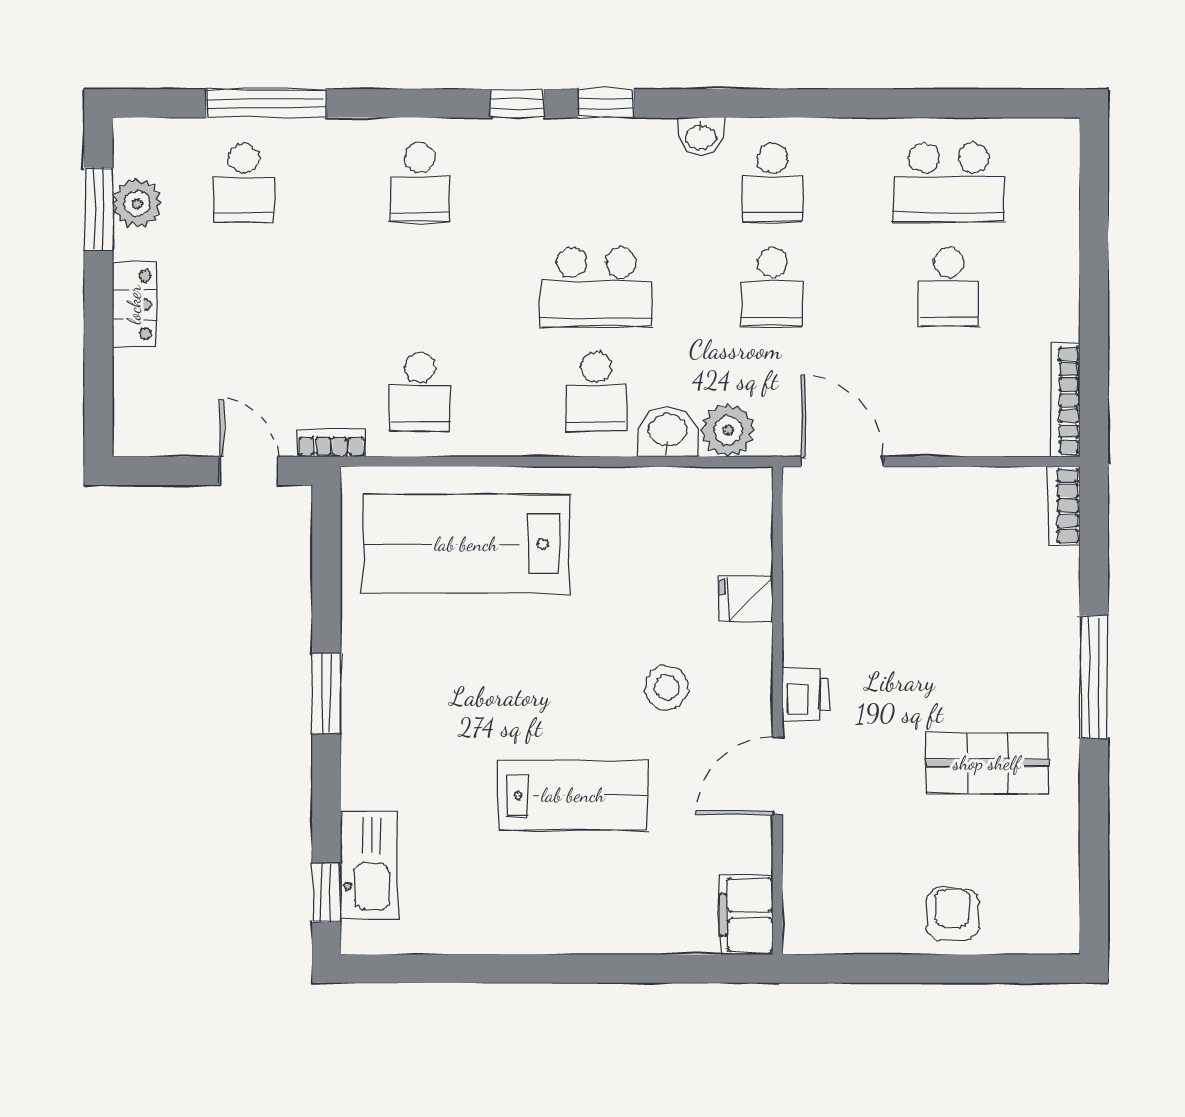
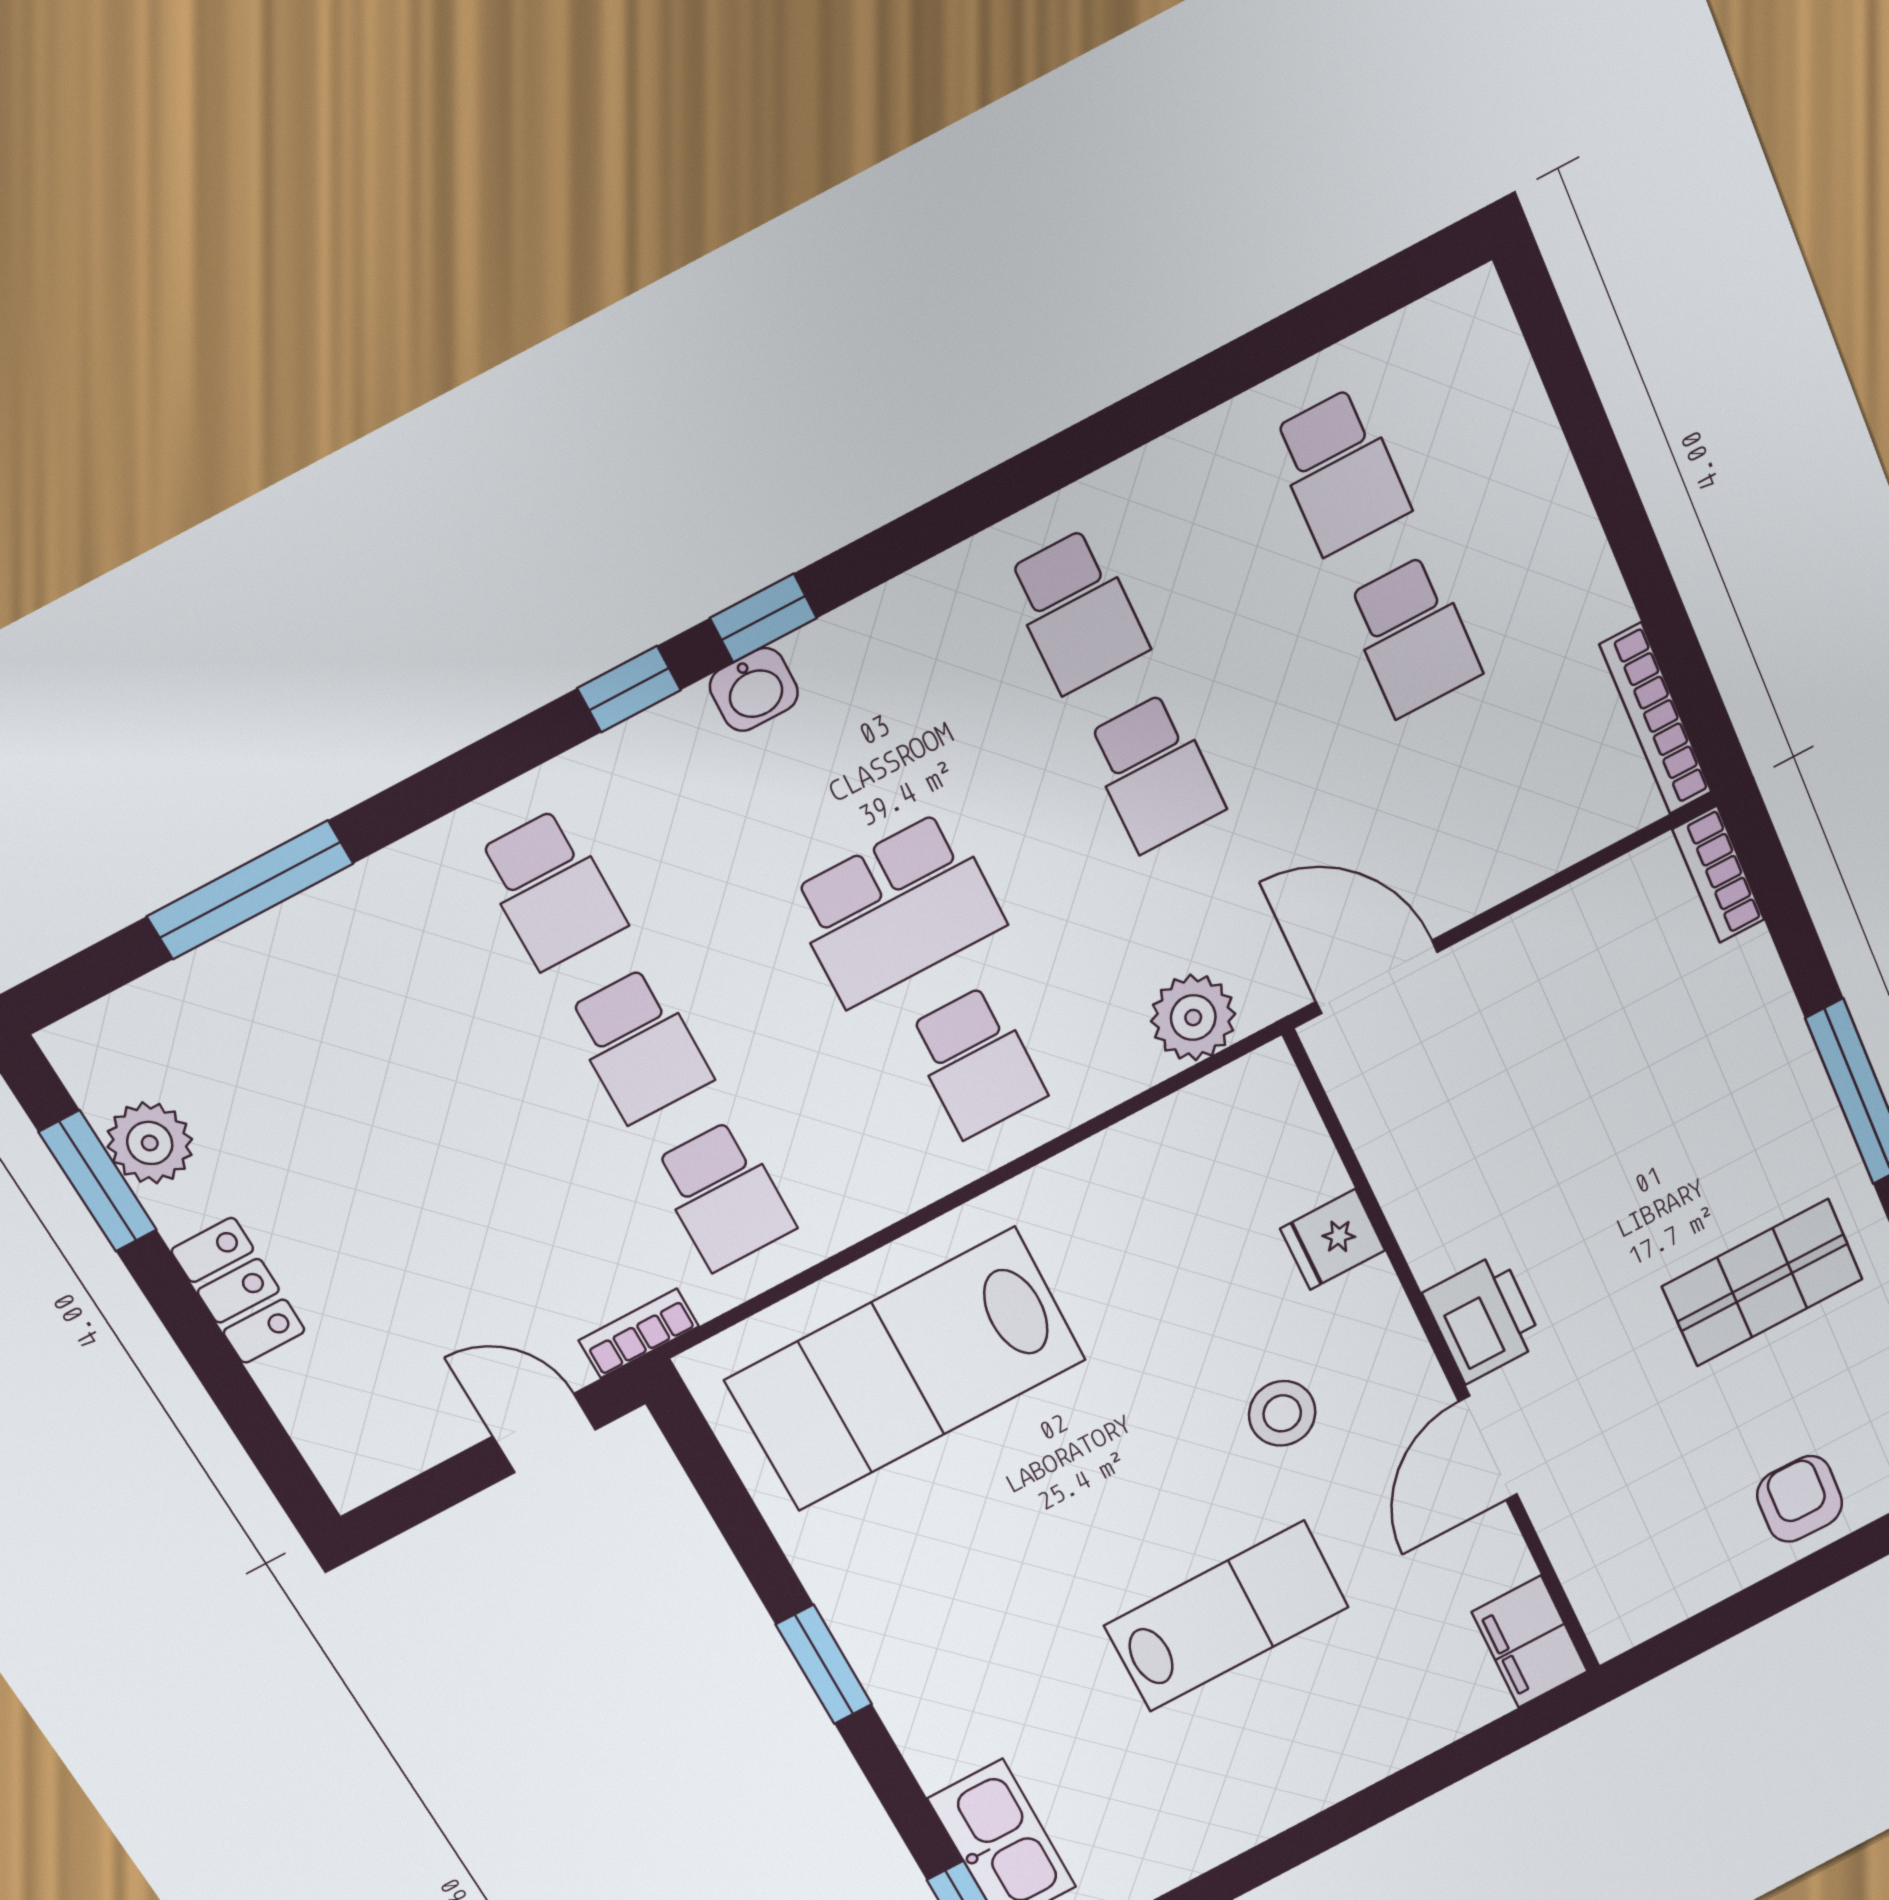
washbasin: (701, 136) -> (754, 690), moved
school desk: (244, 183) -> (639, 1046), moved
school desk: (949, 183) -> (1340, 472), width x0.54
washbasin: (668, 431) -> (1108, 1065), removed
printer: (806, 694) -> (1483, 1318), width x1.36, depth x1.24

